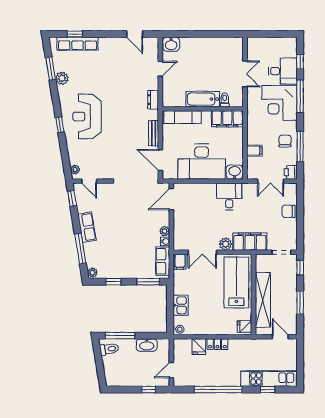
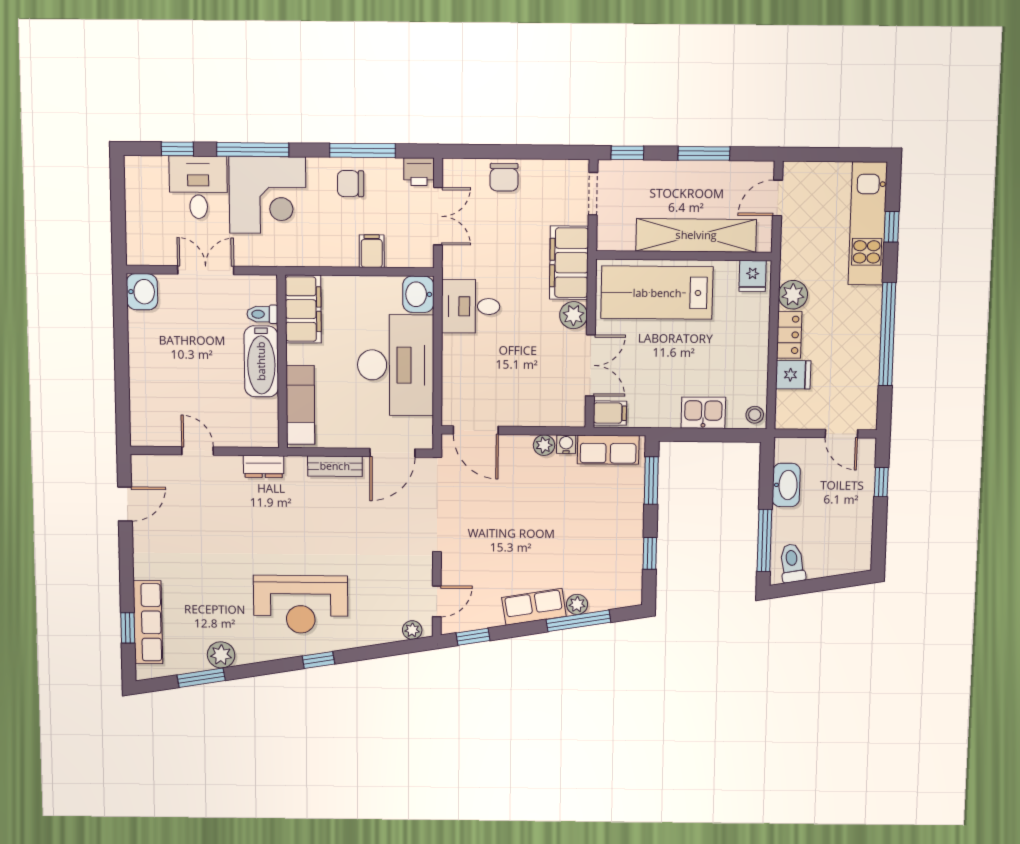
washbasin: (171, 44) -> (142, 292), moved
plant: (92, 273) -> (577, 604), moved
plant: (236, 345) -> (793, 295), added

